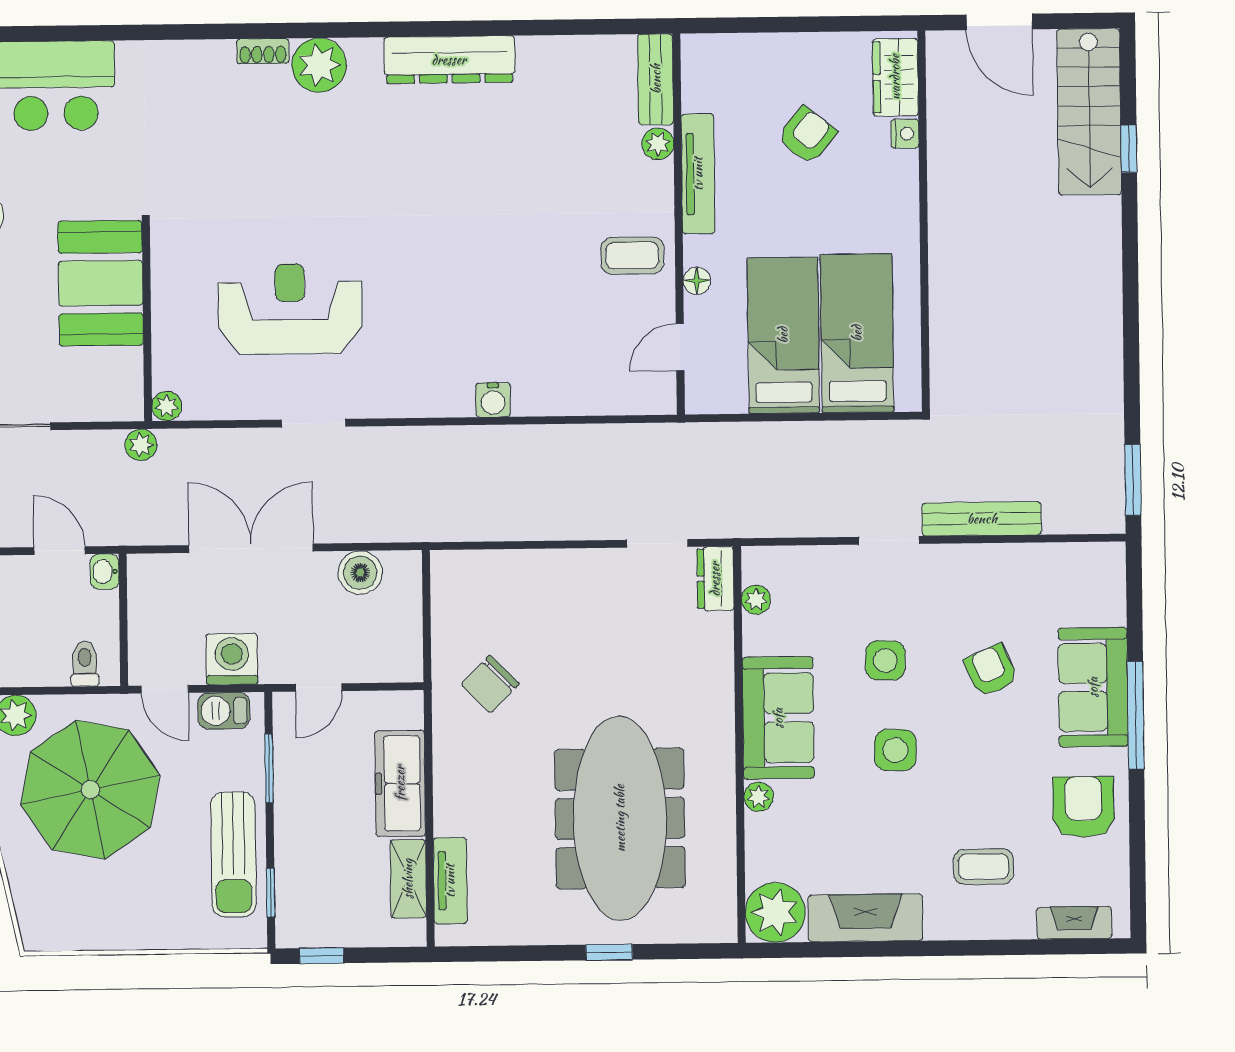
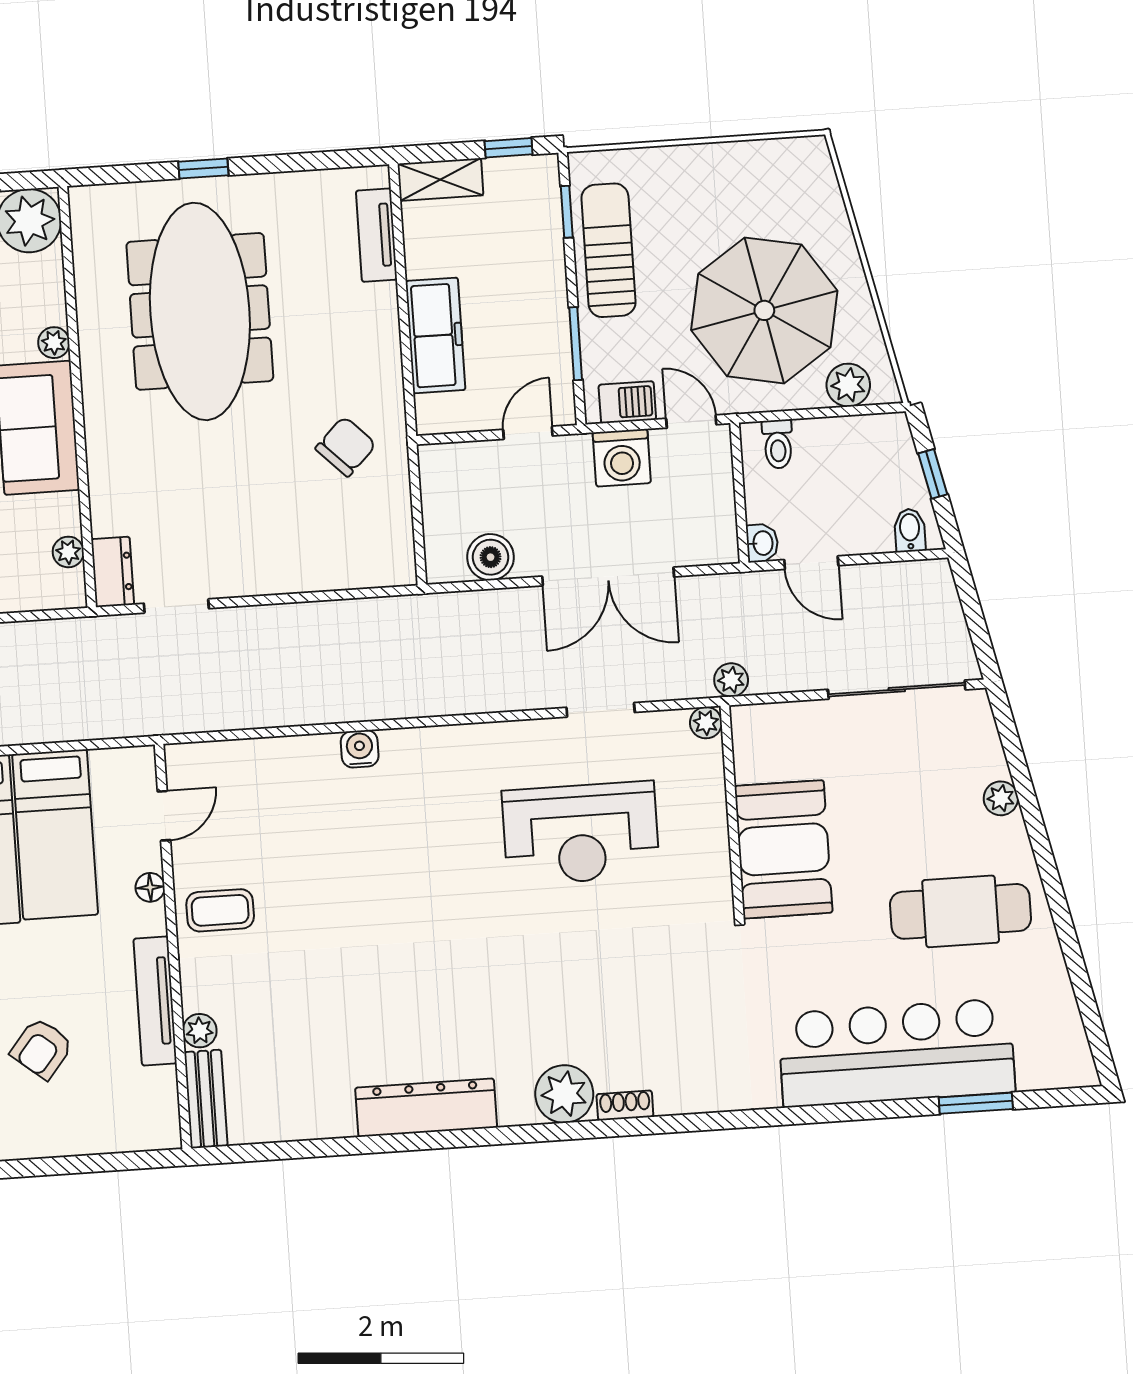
doorway: (314, 423) -> (601, 710), moved
shelving: (408, 879) -> (440, 180), moved, turned 90

